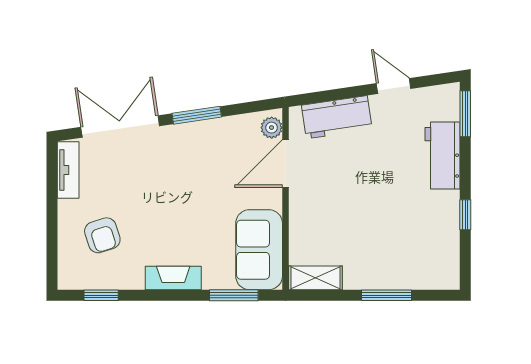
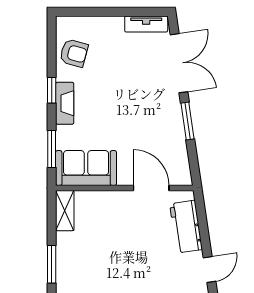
plant: (272, 128) -> (178, 177), removed
armchair: (102, 235) -> (74, 53), moved, turned -147
window: (101, 295) -> (52, 90), moved

